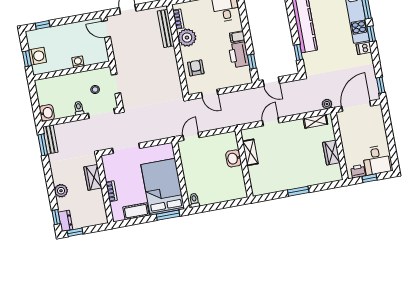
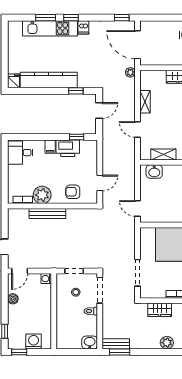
boiler: (77, 27) -> (13, 299), added
bench: (166, 28) -> (47, 214), moved
window: (27, 59) -> (19, 352), moved
washing machine: (78, 62) -> (46, 279), moved
door: (271, 82) -> (99, 110), moved
shelving: (315, 121) -> (145, 102), moved
washbasin: (234, 158) -> (154, 172), moved

